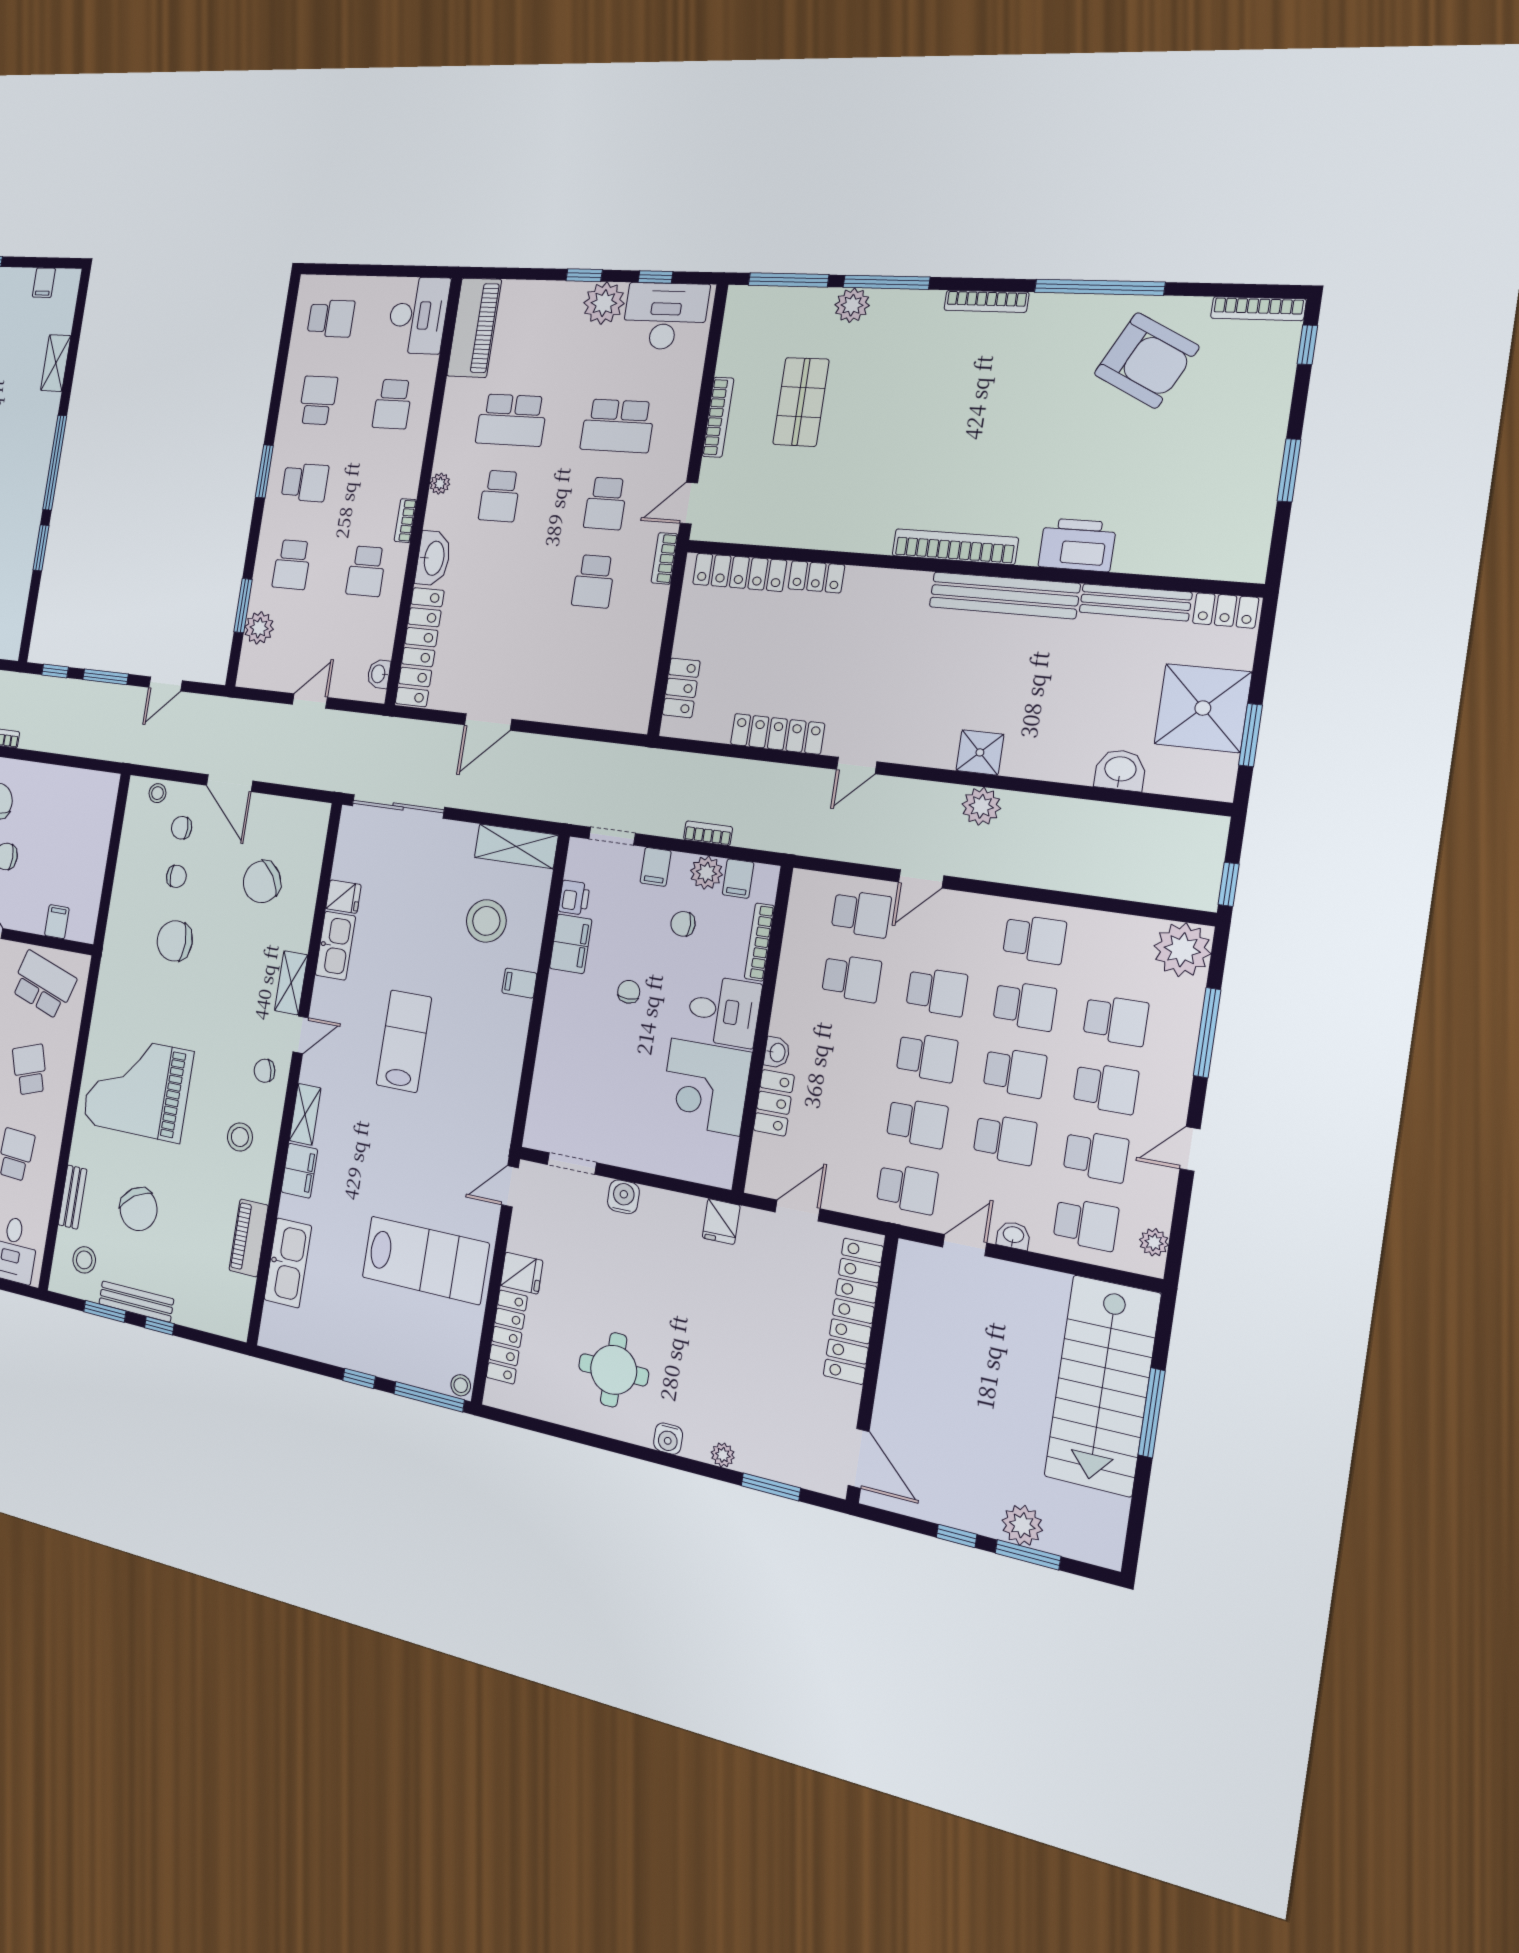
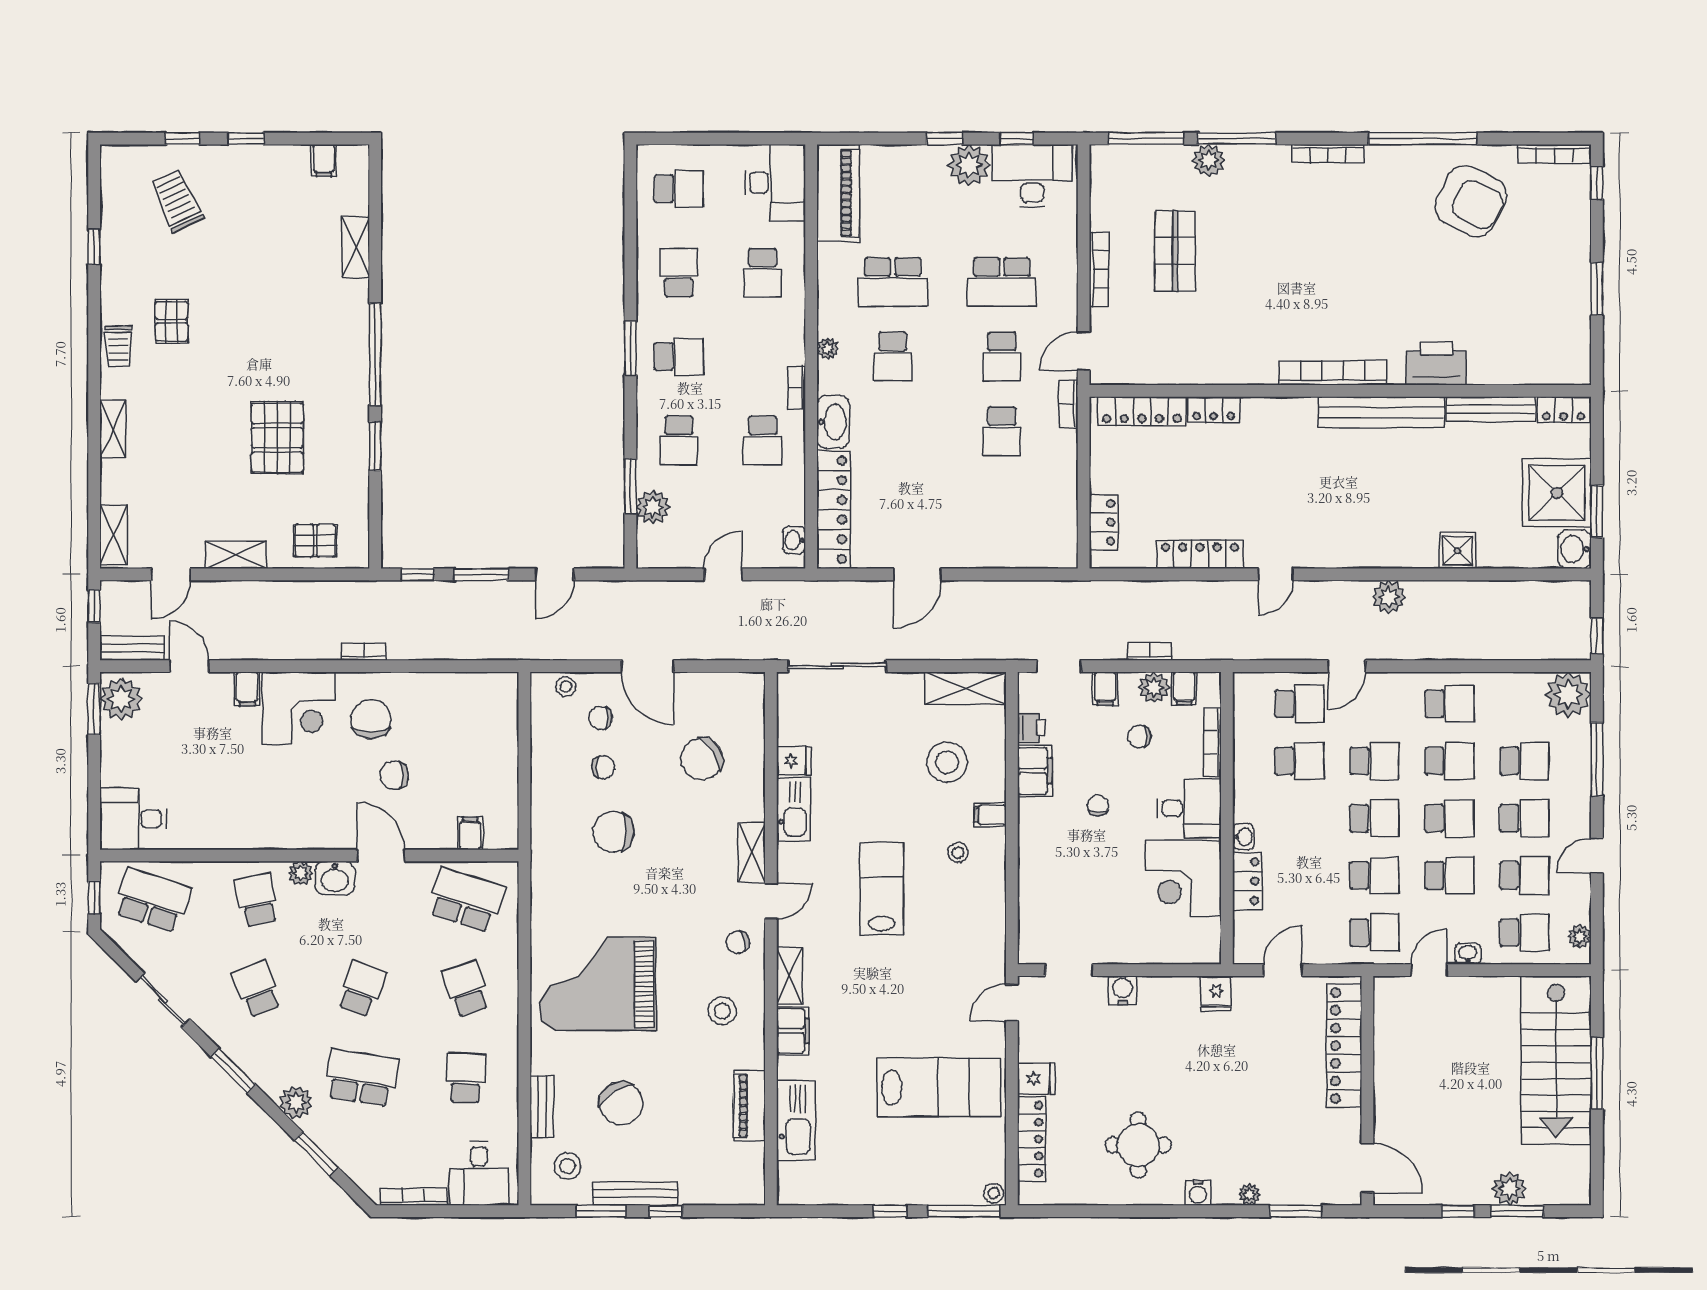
shower: (980, 752) -> (1458, 551), moved
washbasin: (1120, 770) -> (1574, 549), moved, turned -90
stool: (482, 1017) -> (958, 853), added

